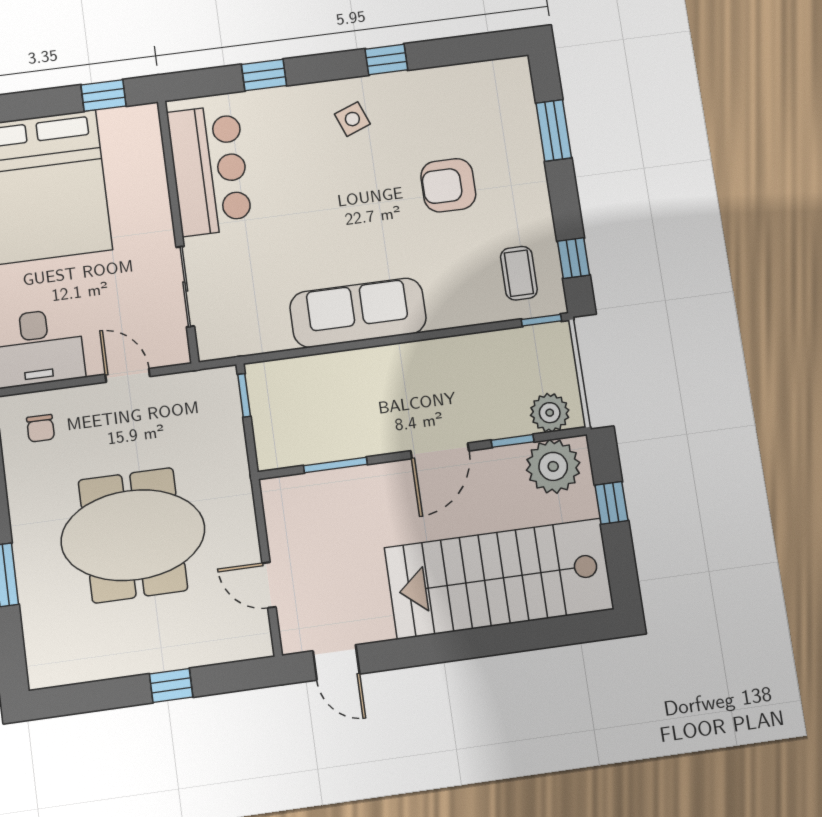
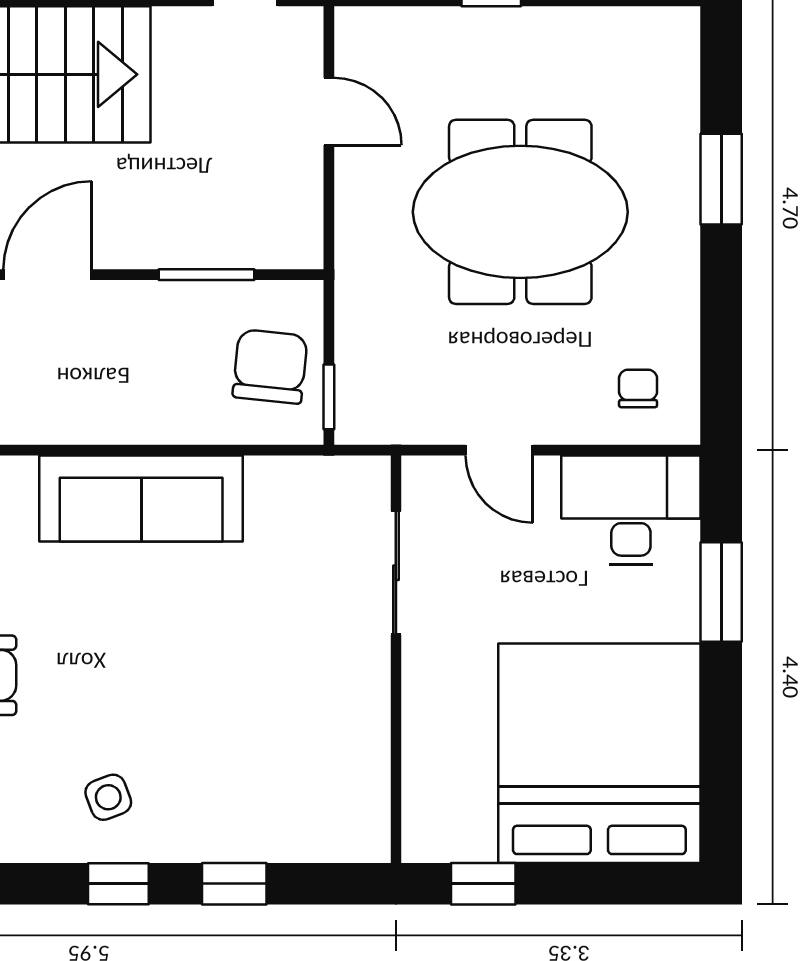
window: (386, 59) -> (118, 884), moved
bar counter: (210, 170) -> (336, 747), removed
chair: (285, 410) -> (270, 366), added

